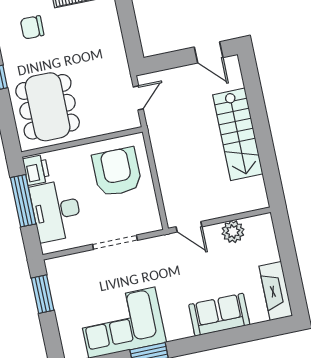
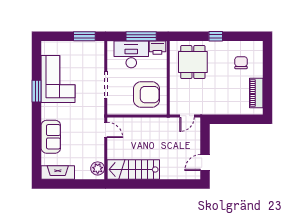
door: (138, 98) -> (187, 116), hinge flipped
dining table: (48, 107) -> (193, 62), width x0.73
stairs: (238, 134) -> (133, 170), moved
door: (189, 227) -> (106, 130), swing flipped
plant: (233, 232) -> (98, 168), moved

